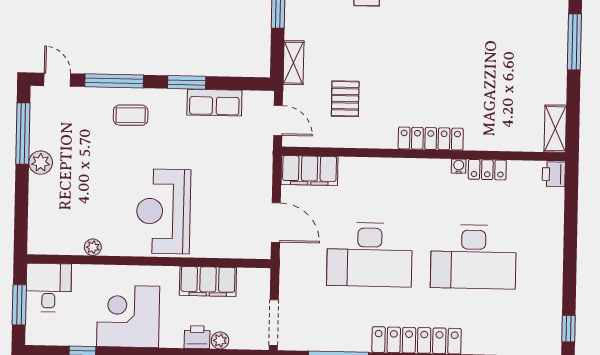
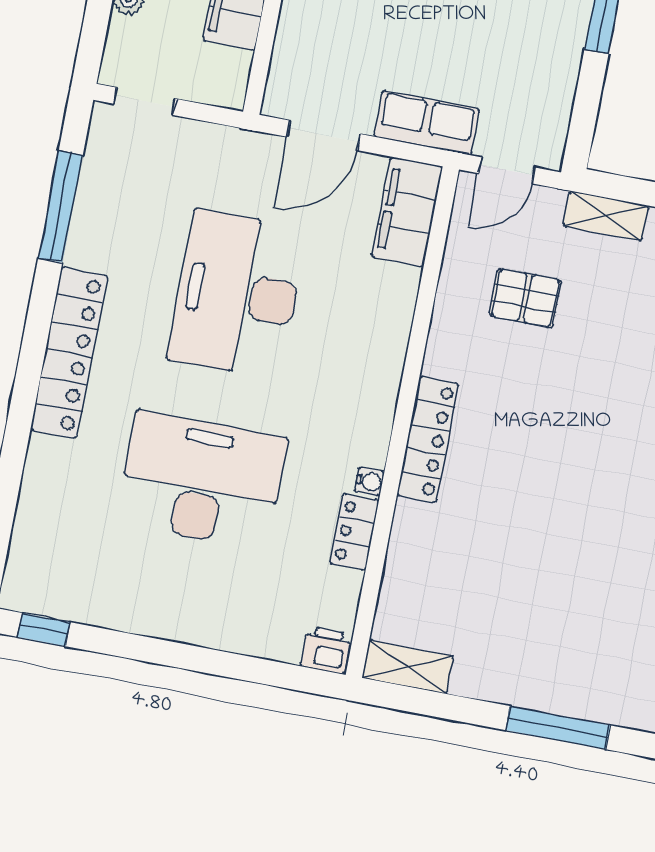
row of seats: (214, 103) -> (427, 123), moved, turned 90
desk: (473, 257) -> (202, 480), turned 90
doorway: (274, 322) -> (144, 101), width x0.73

